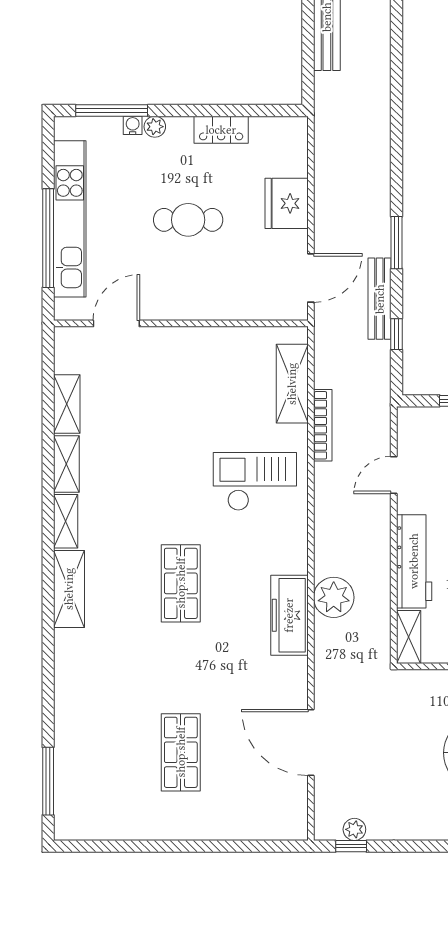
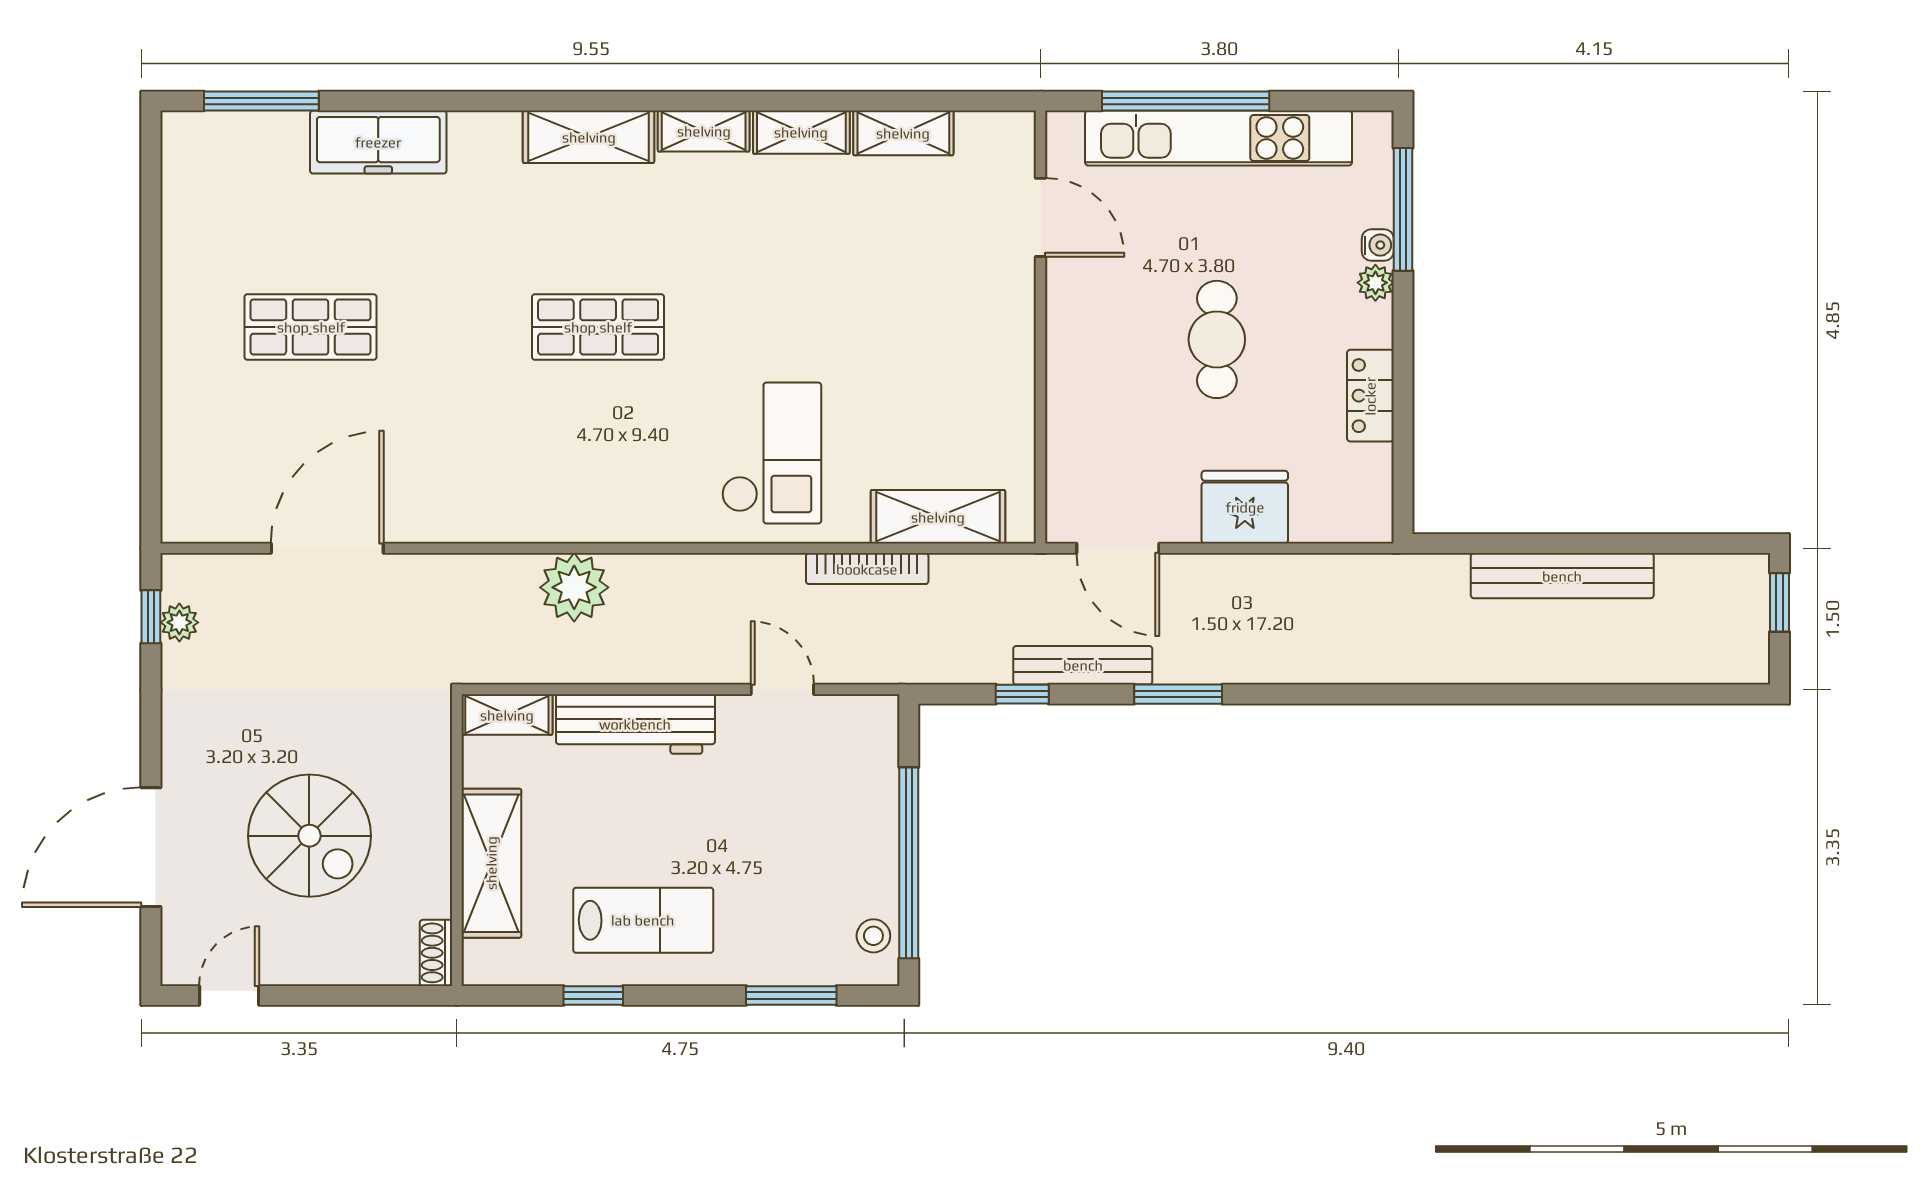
freezer: (289, 615) -> (378, 142), moved, turned 180

